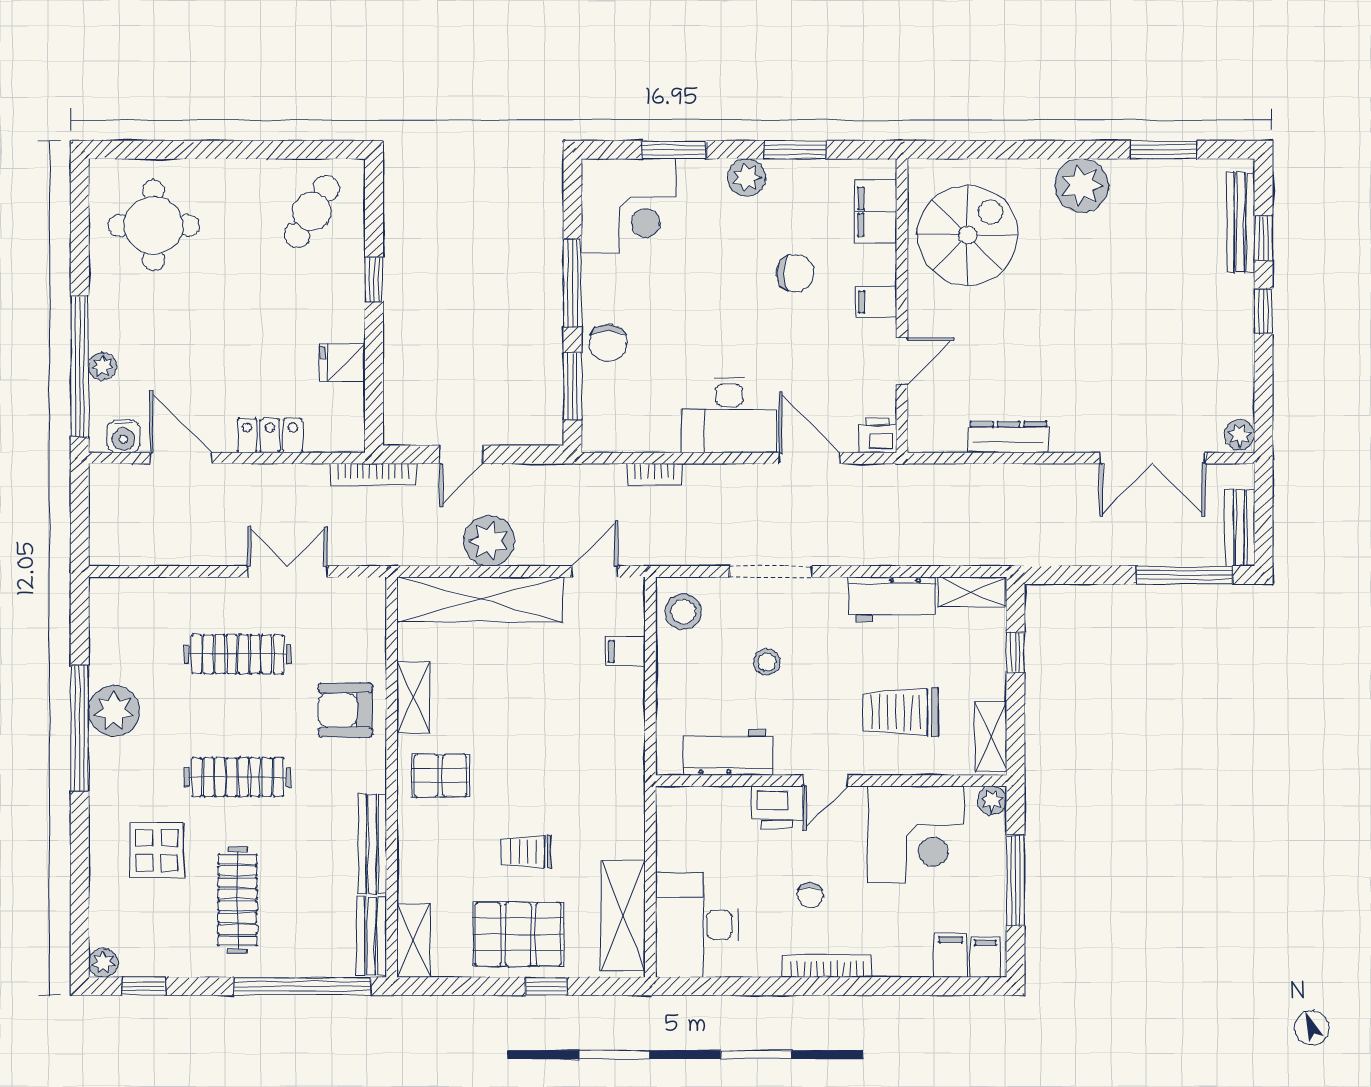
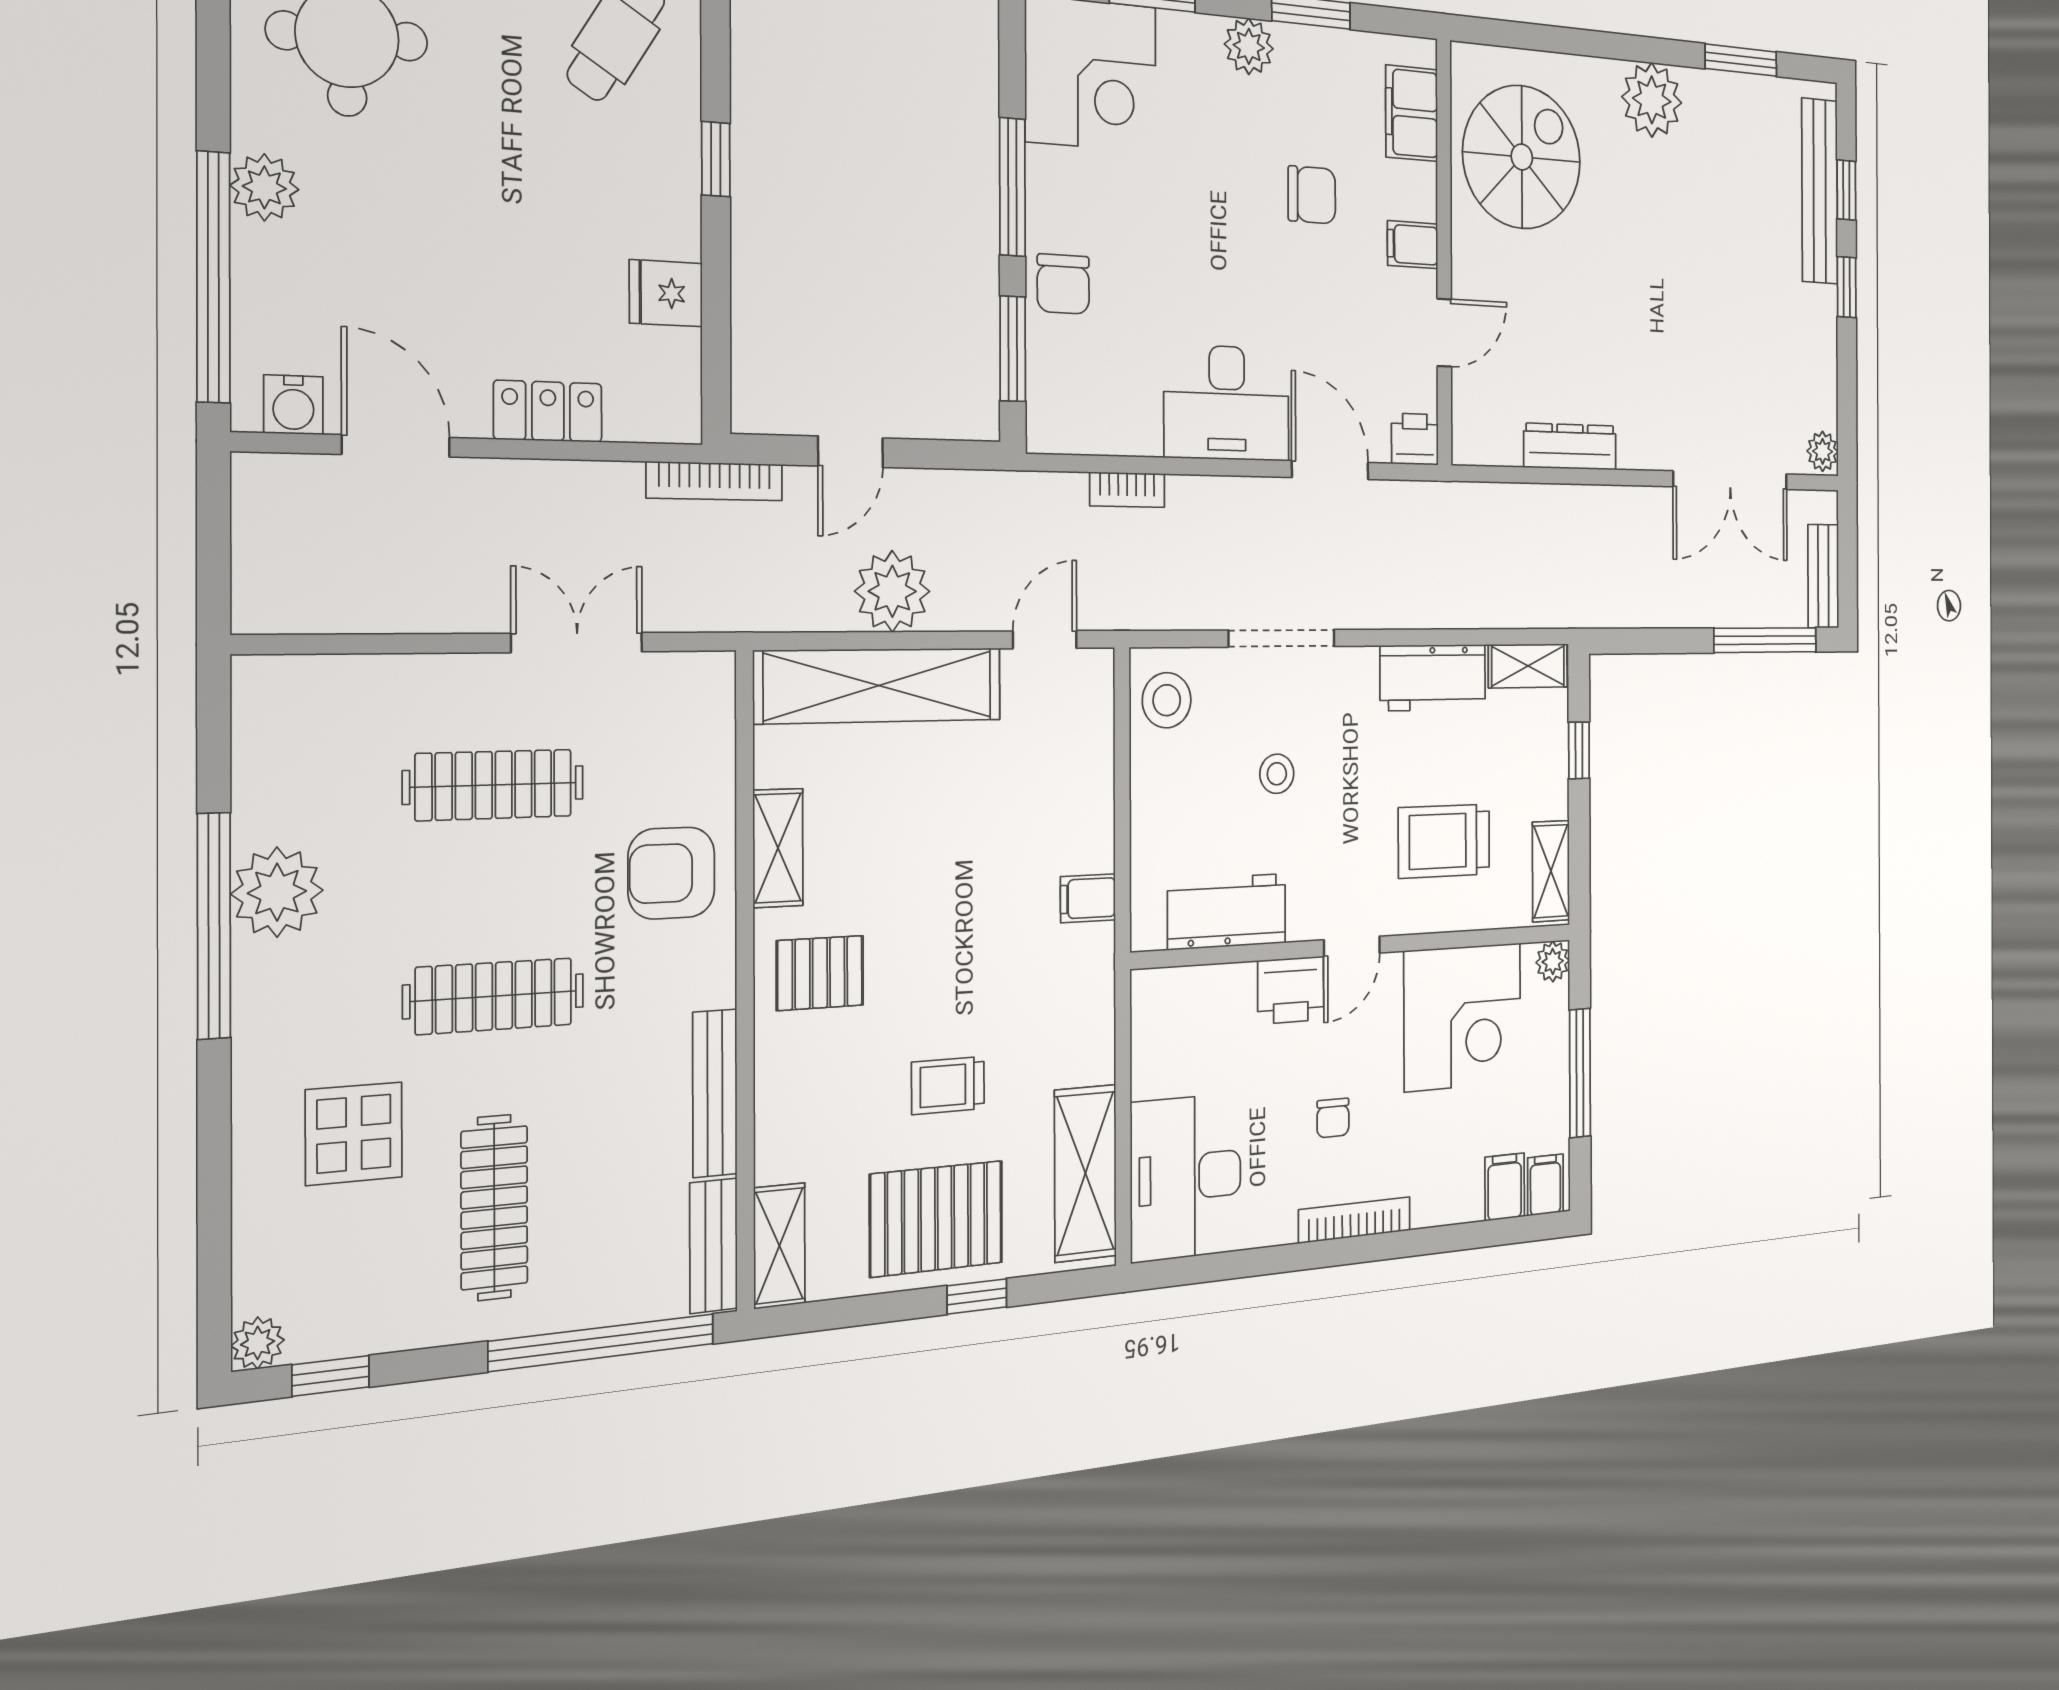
bench: (1241, 223) -> (1820, 191), width x1.37, depth x1.21
plant: (102, 366) -> (264, 187), moved, width x1.38, depth x1.38
filing cabinet: (625, 651) -> (1088, 898), moved

